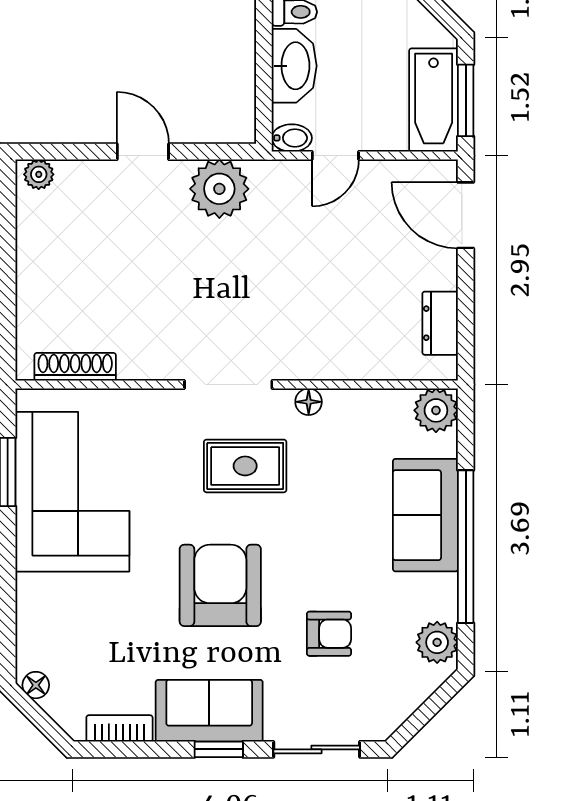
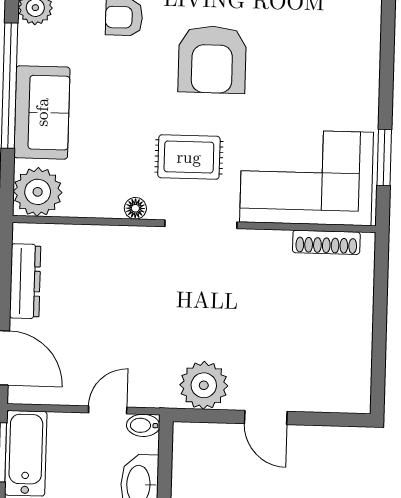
plant: (39, 174) -> (352, 401), removed
dresser: (440, 323) -> (25, 281), width x1.44
plant: (436, 410) -> (38, 192), width x1.36, depth x1.36
corner sofa: (72, 492) -> (307, 177), moved, turned 90

